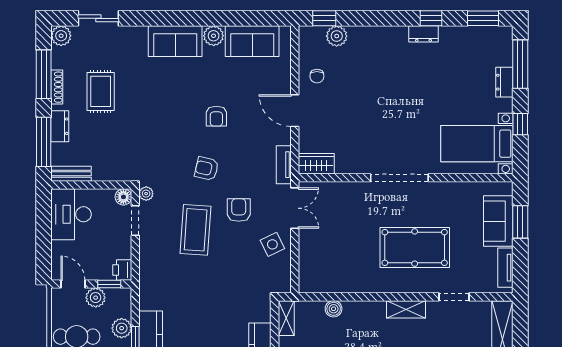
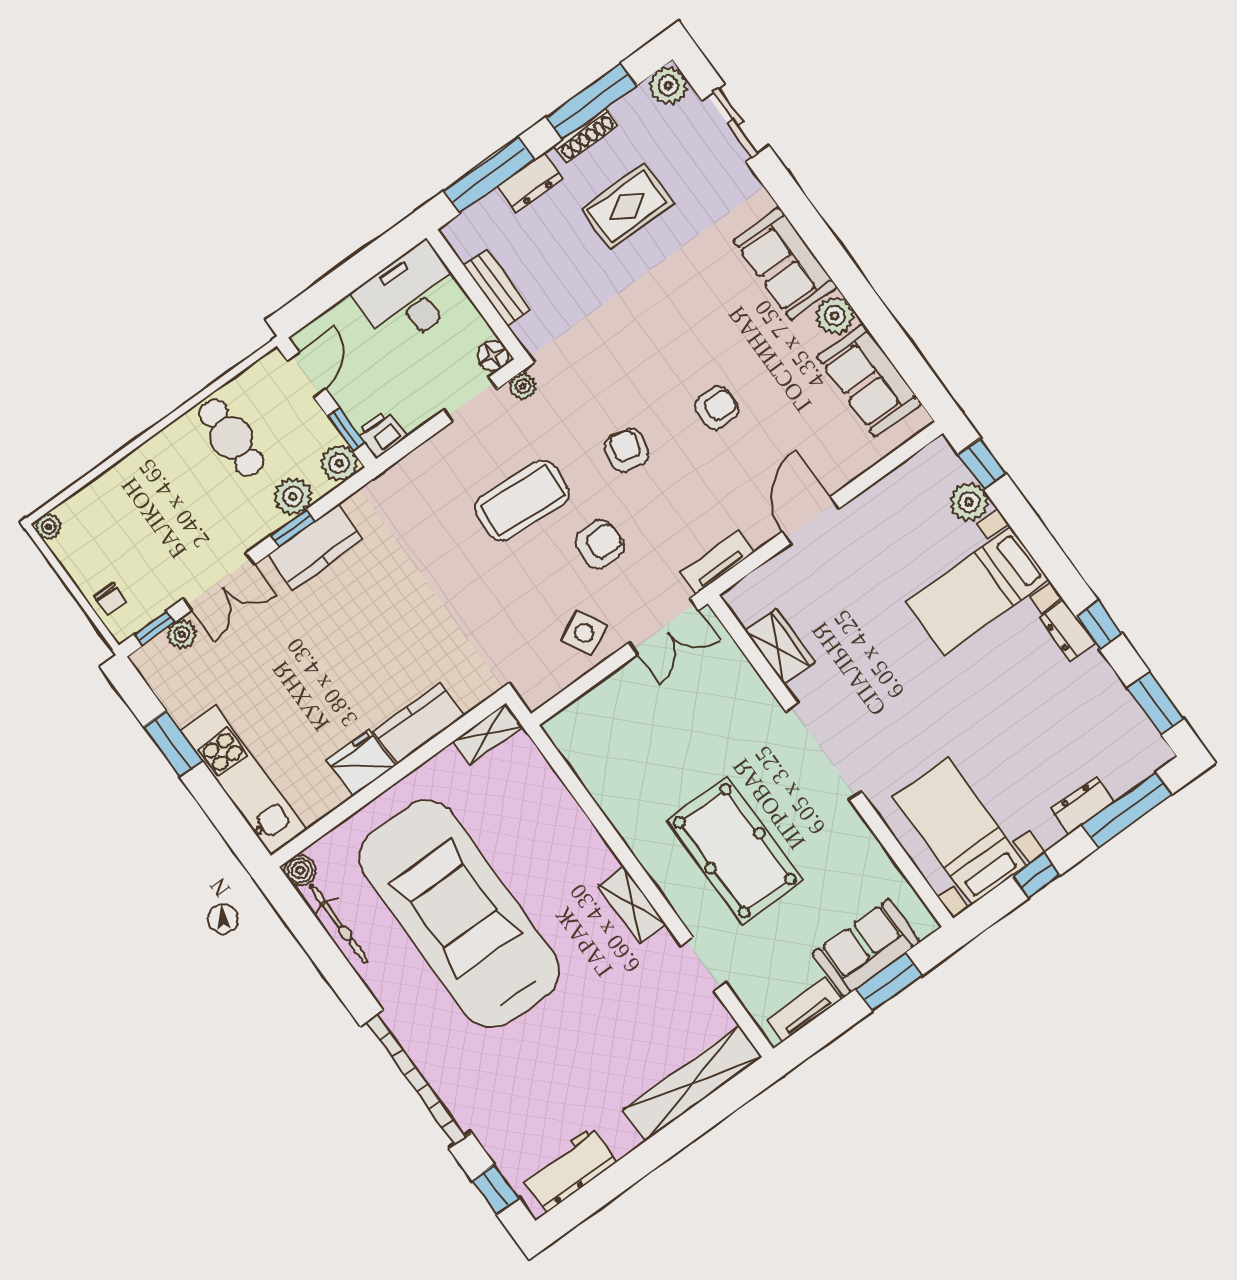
bed with nightstands: (378, 60) -> (977, 591), added
chair: (317, 76) -> (887, 516), removed
armchair: (216, 116) -> (717, 408), turned 180
wardrobe: (316, 164) -> (780, 647), moved
bench: (71, 174) -> (497, 287), moved
plant: (96, 298) -> (339, 463), moved
boiler: (334, 309) -> (554, 795), removed

